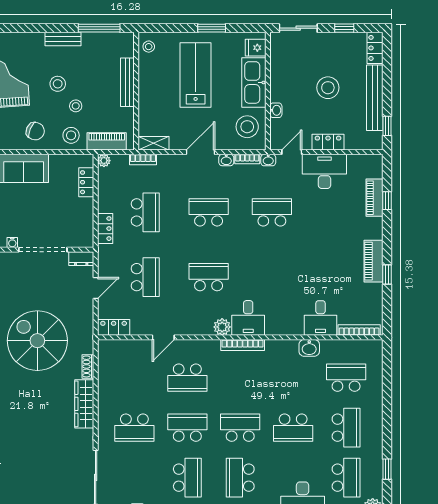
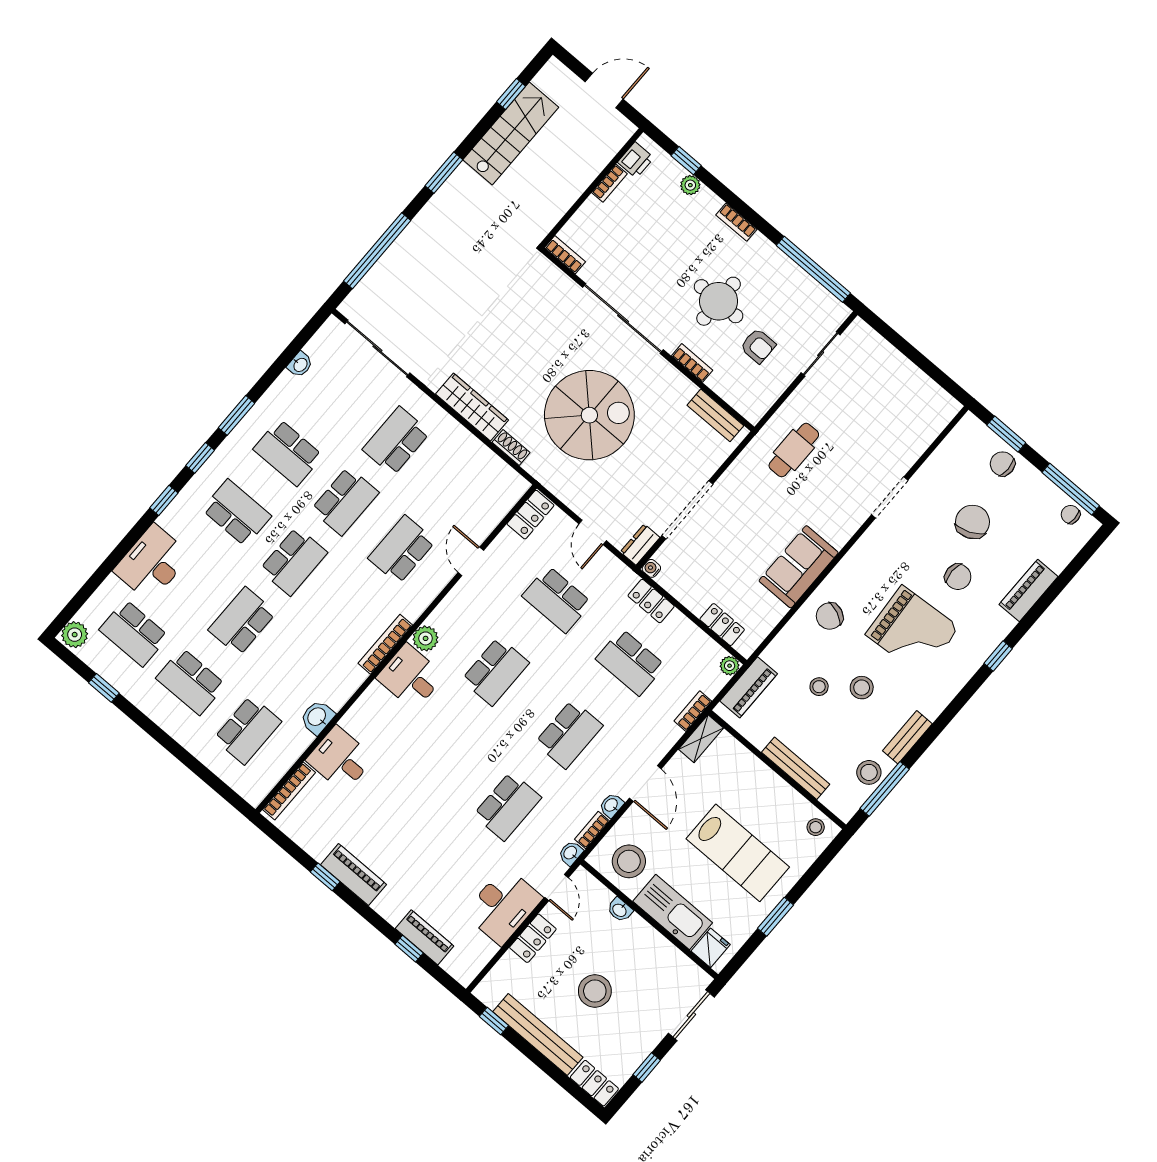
stool: (71, 135) -> (869, 772), moved
water cooler: (12, 242) -> (651, 568), moved

